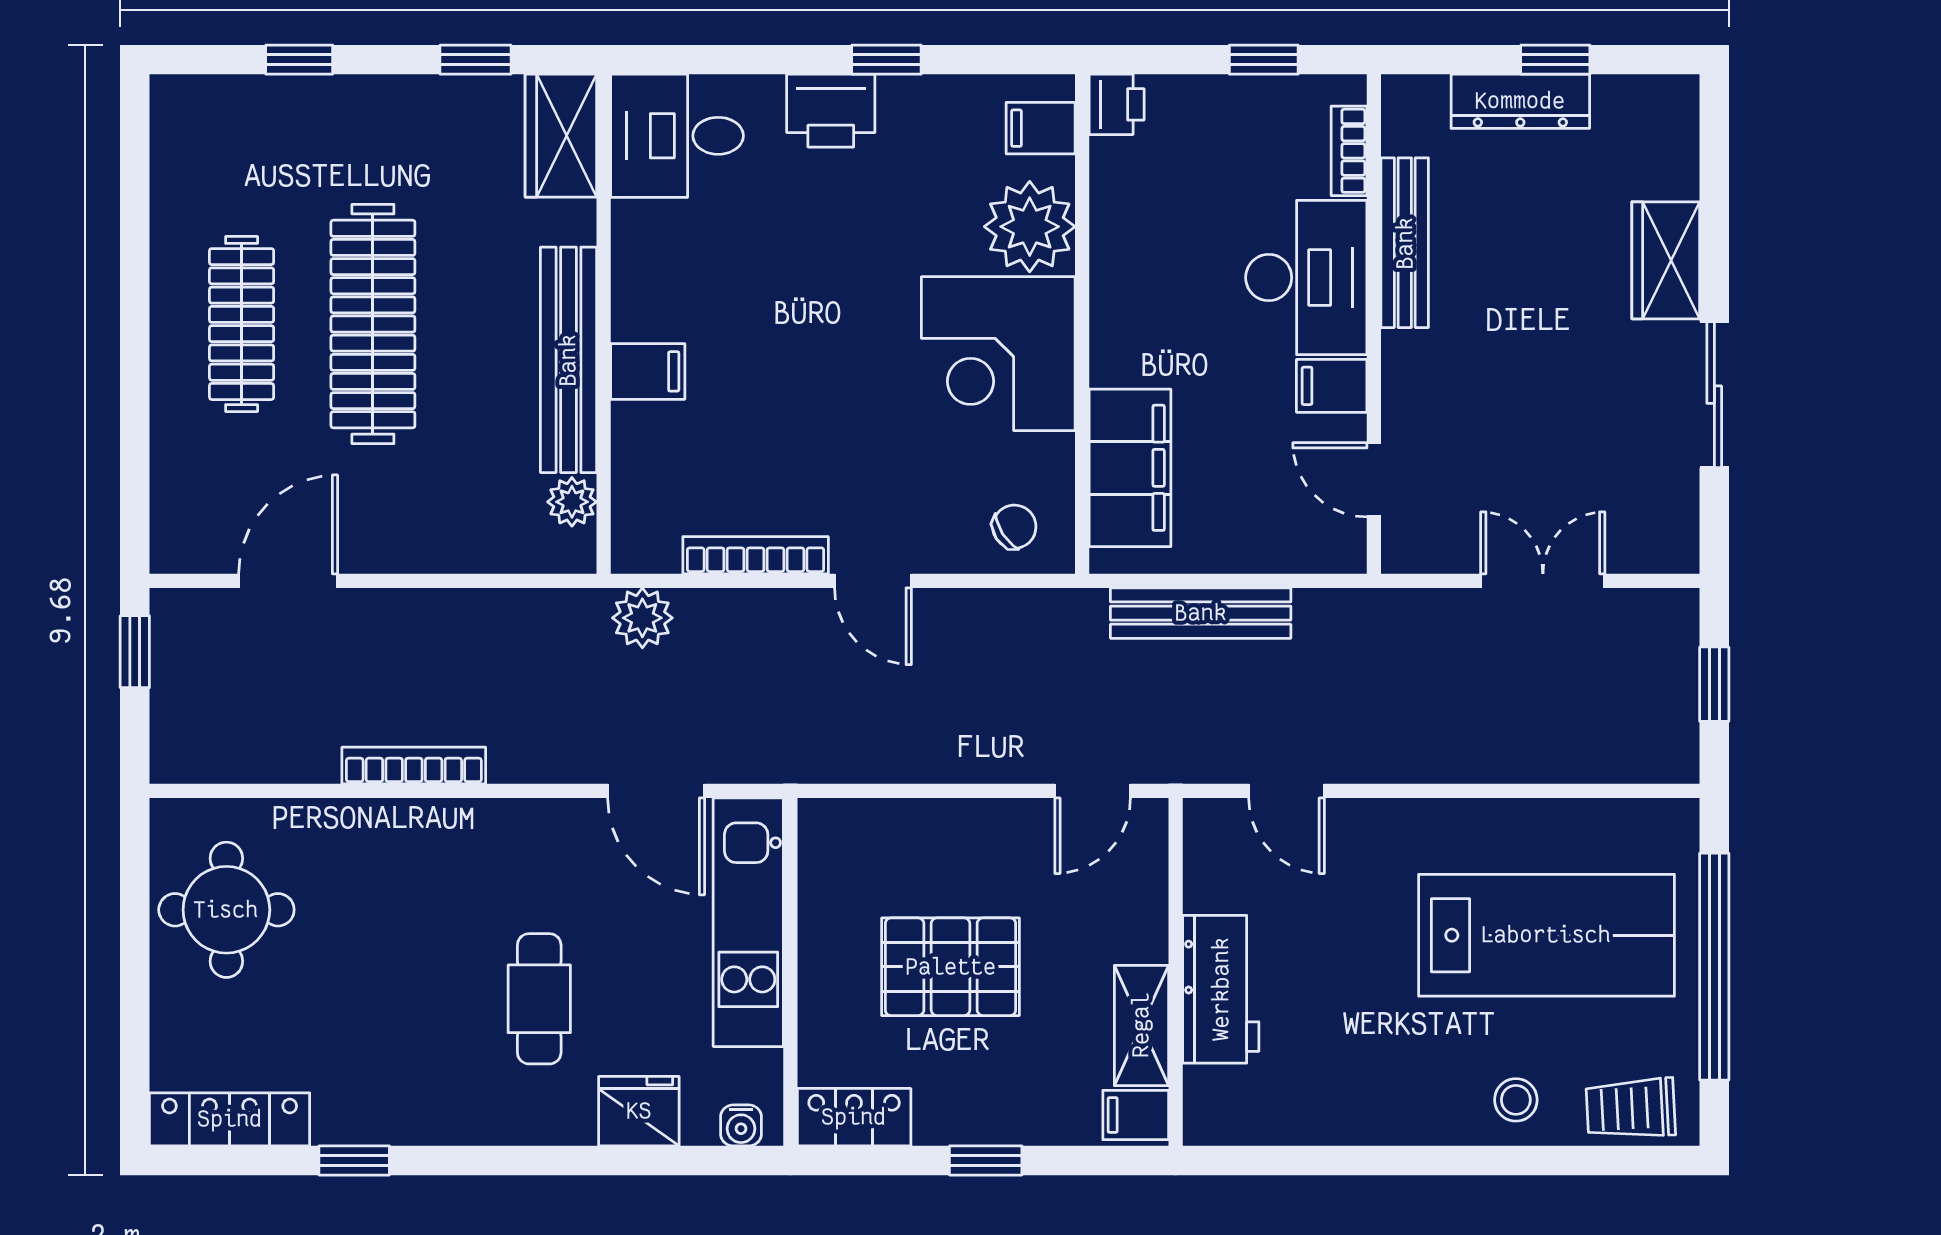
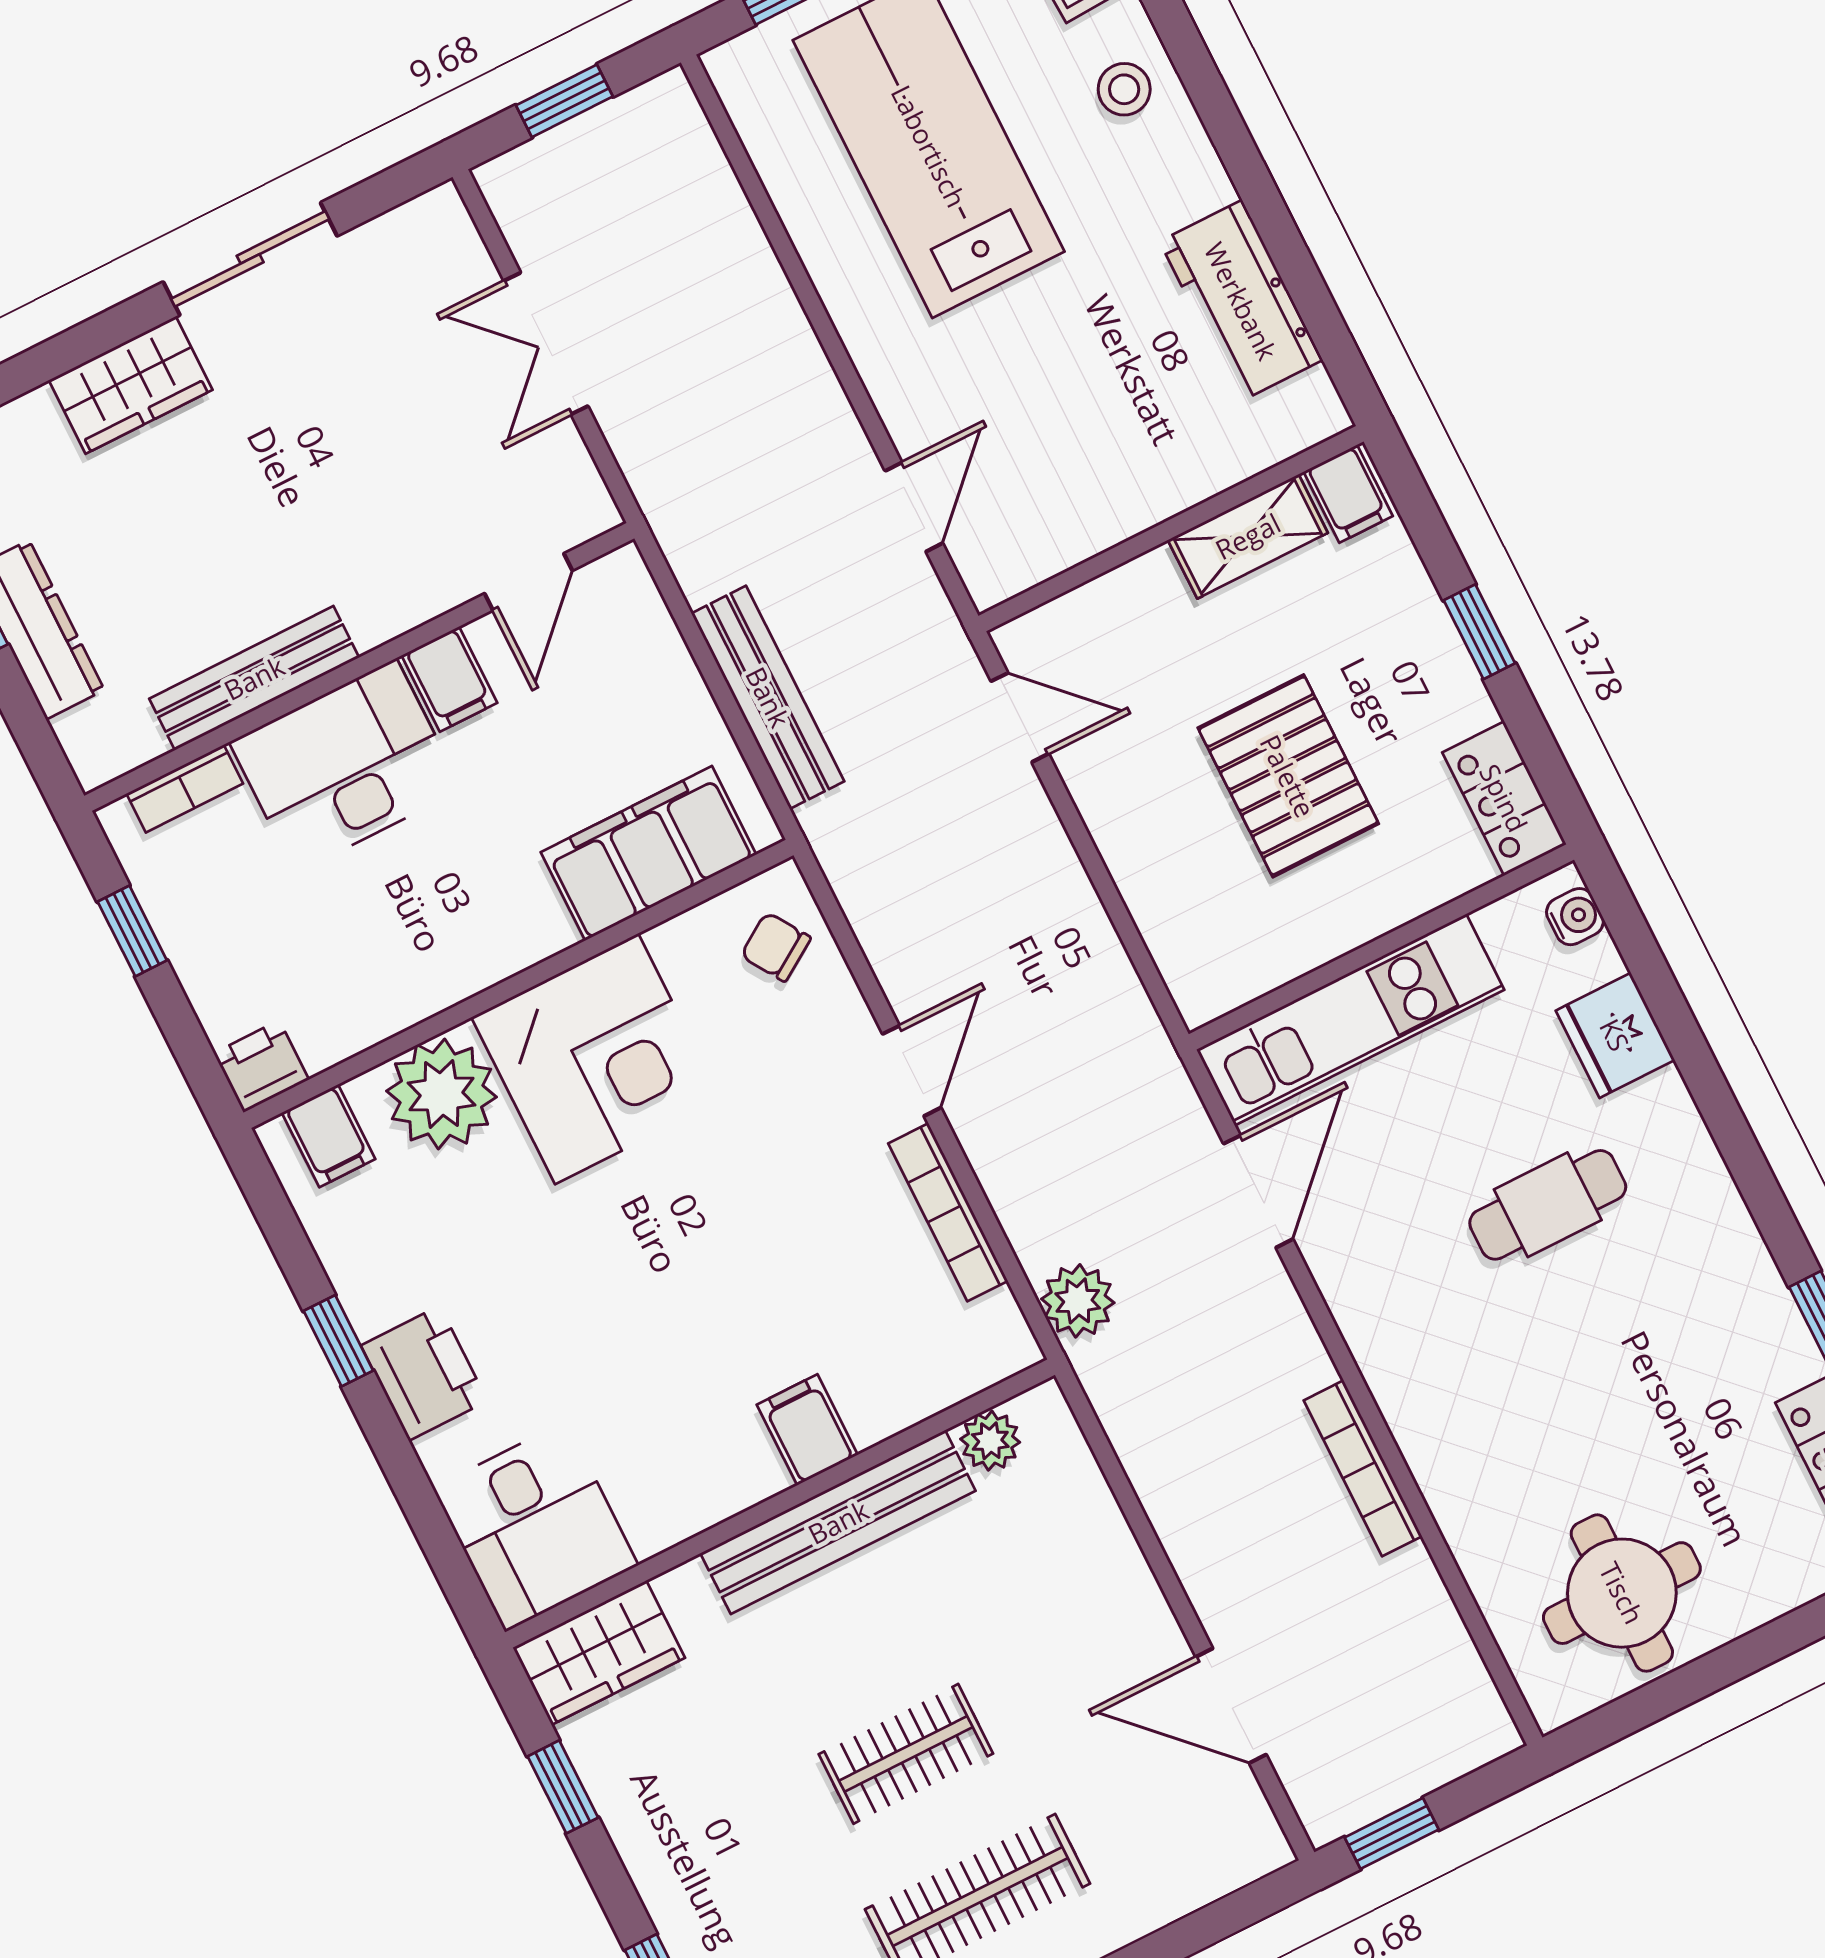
clothes rail: (373, 324) -> (906, 1754), width x0.54, depth x0.76
workbench: (1221, 989) -> (1241, 301), moved, turned -90

